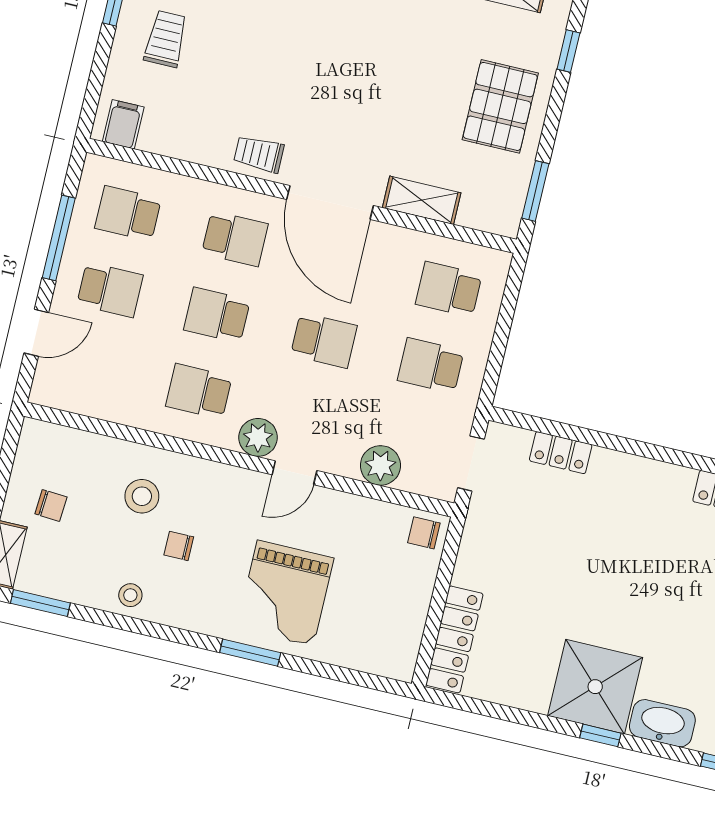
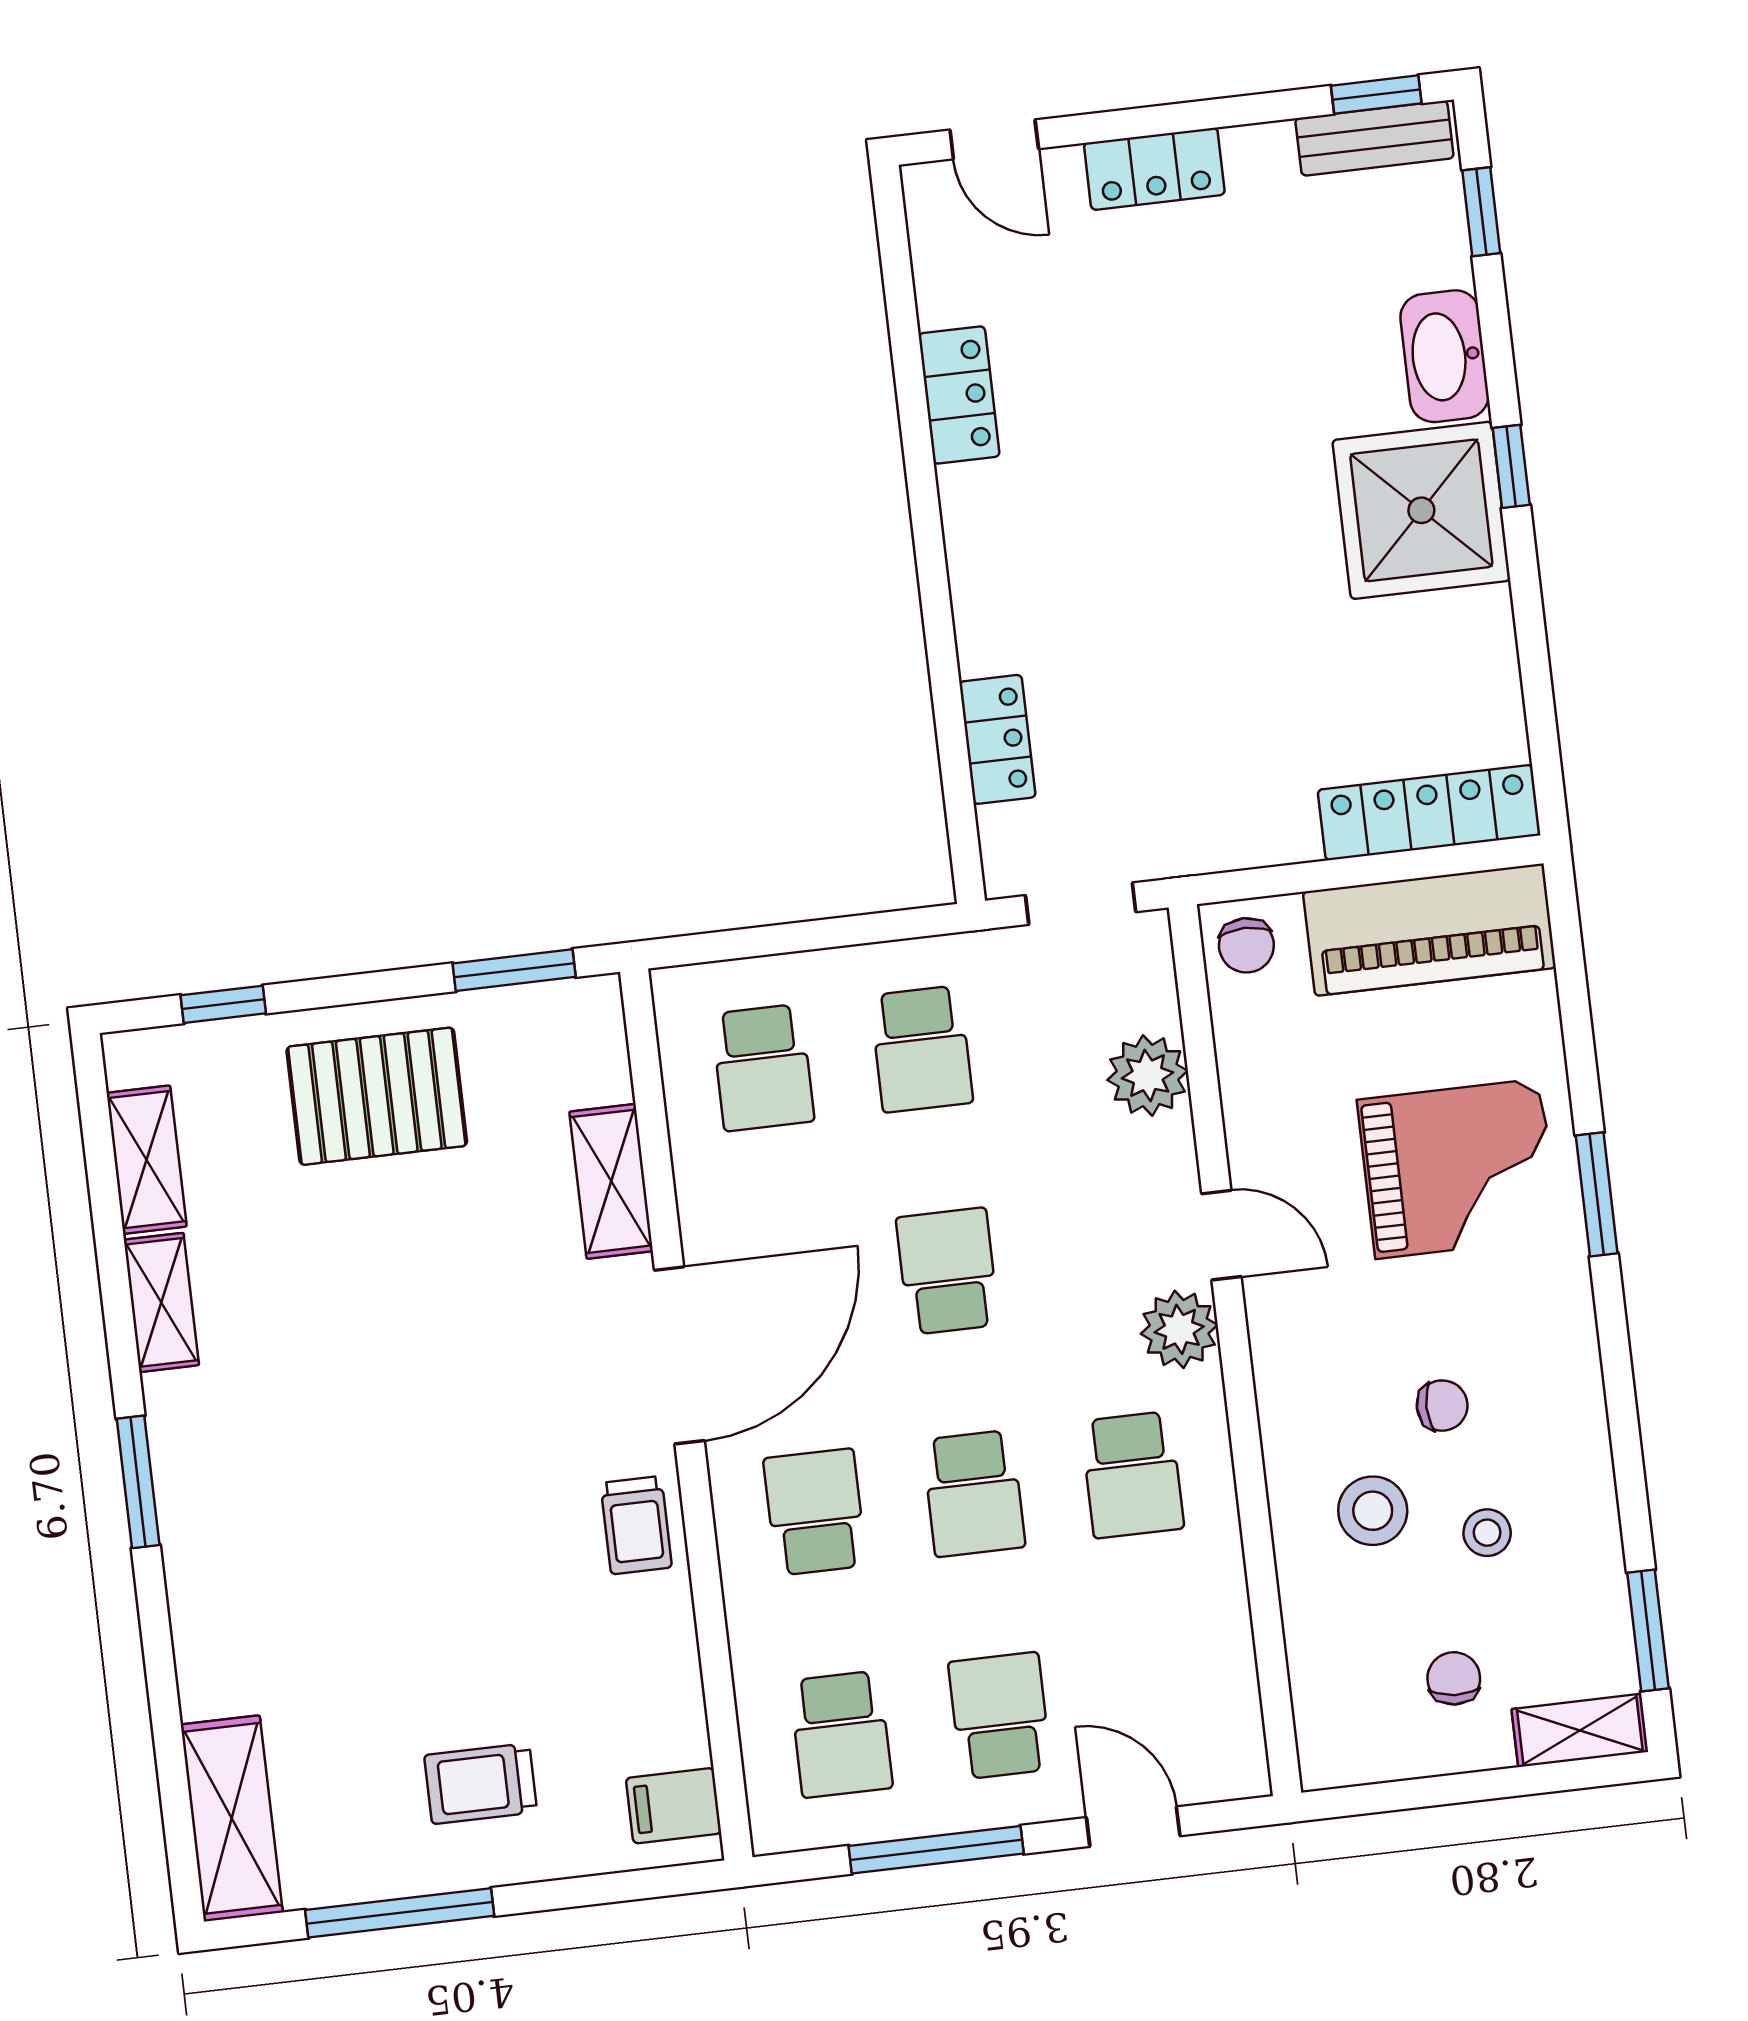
chair: (179, 546) -> (1442, 1406), turned -90
stool: (130, 595) -> (1487, 1533), moved
piano: (400, 620) -> (1429, 930), added

